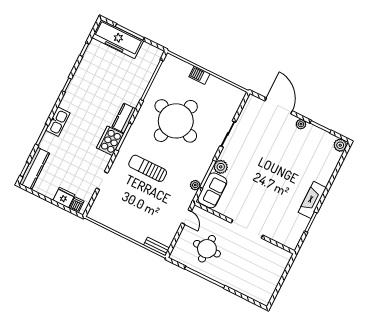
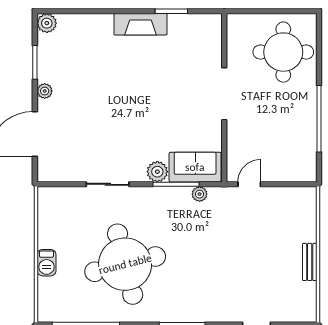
round table: (176, 121) -> (125, 264), turned -34
sun lounger: (148, 168) -> (209, 270), removed
bench: (157, 247) -> (310, 262), moved
round table: (207, 249) -> (283, 52), moved, width x1.36, depth x1.36

